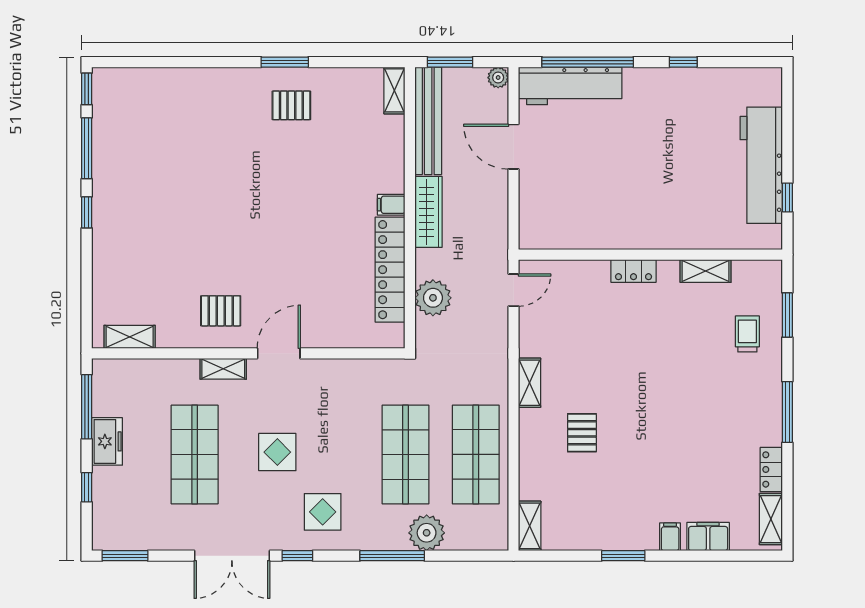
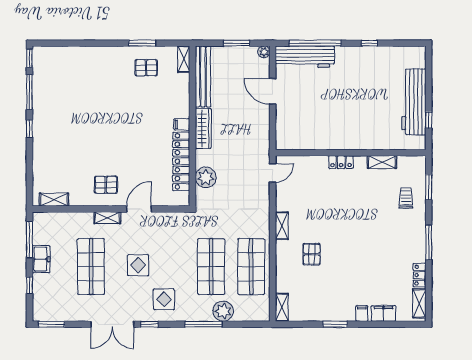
shelving: (394, 90) -> (184, 59), moved
bench: (428, 121) -> (203, 77), moved
filing cabinet: (391, 205) -> (182, 124), moved
wall: (410, 208) -> (193, 126), moved
wardrobe: (429, 212) -> (203, 128), moved
locker: (390, 270) -> (181, 161), moved
plant: (433, 298) -> (206, 177), moved

